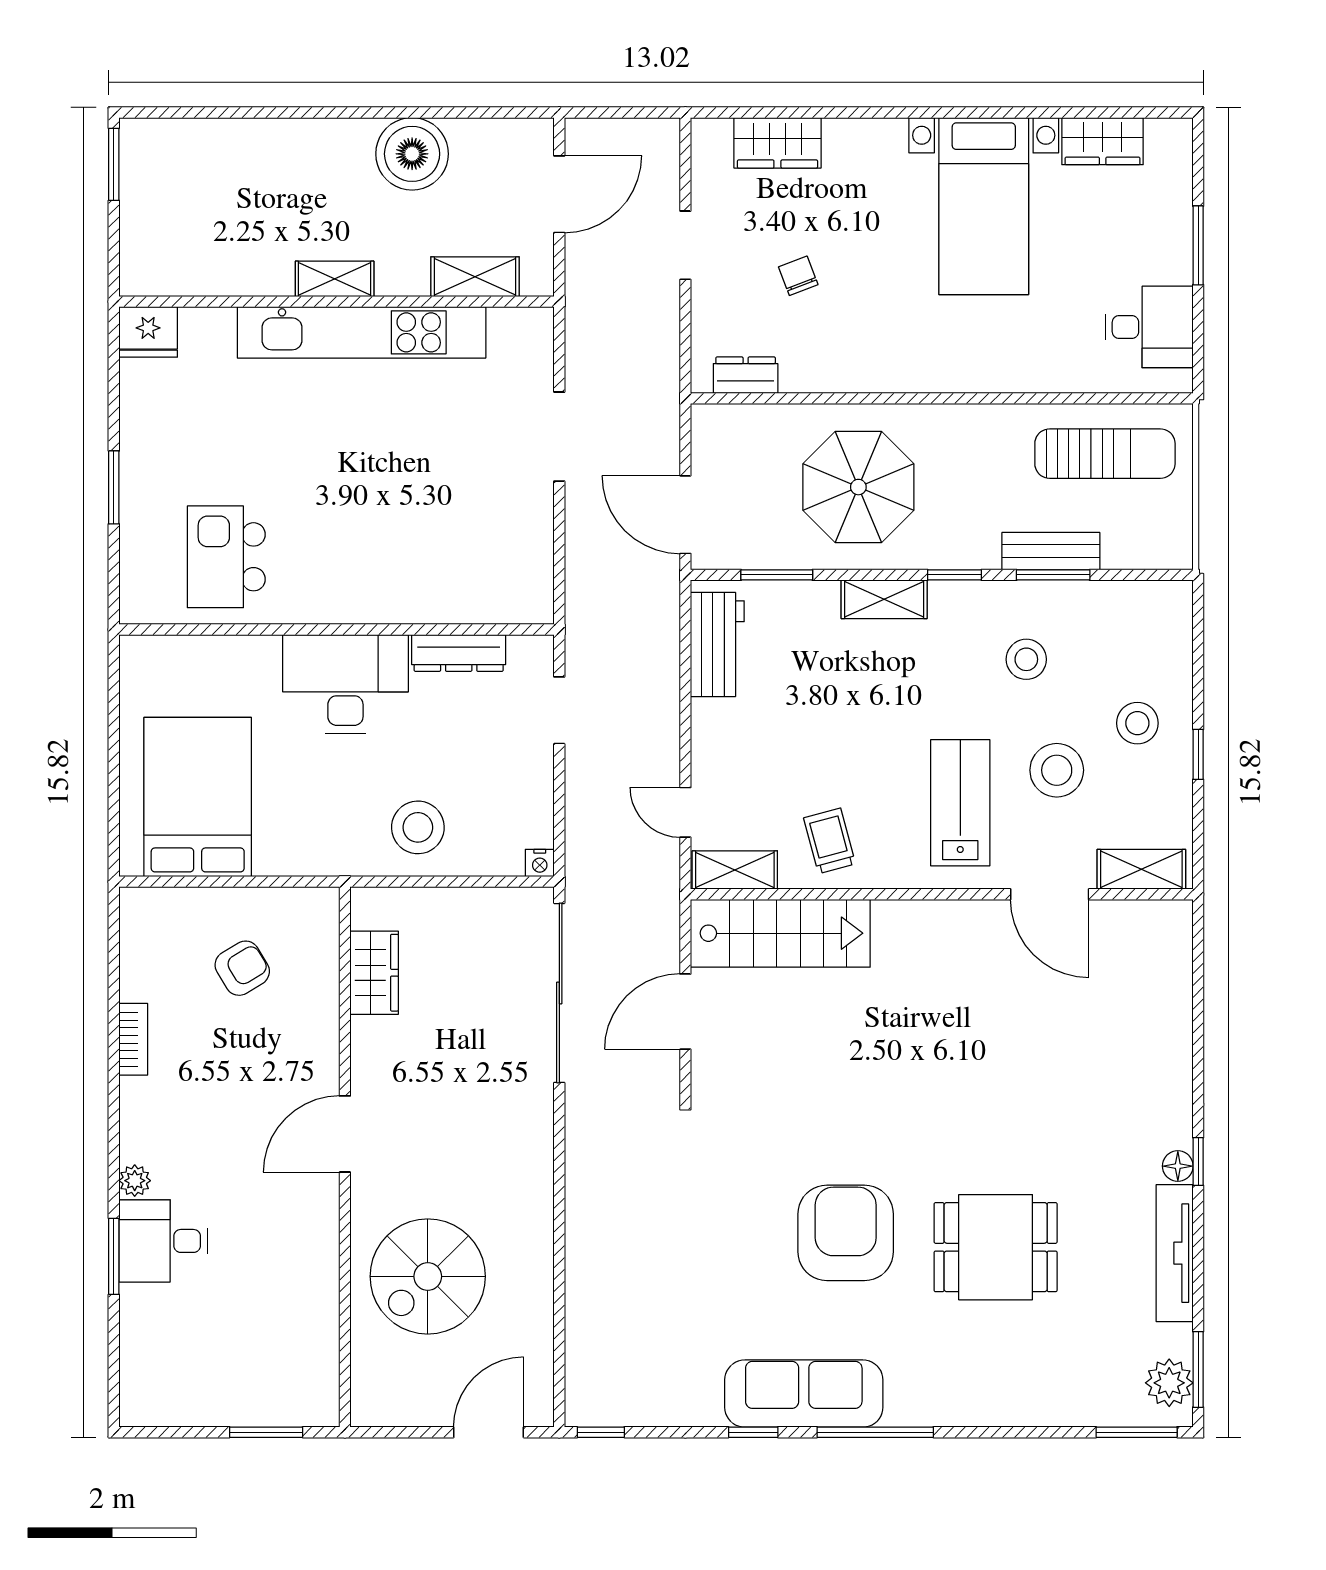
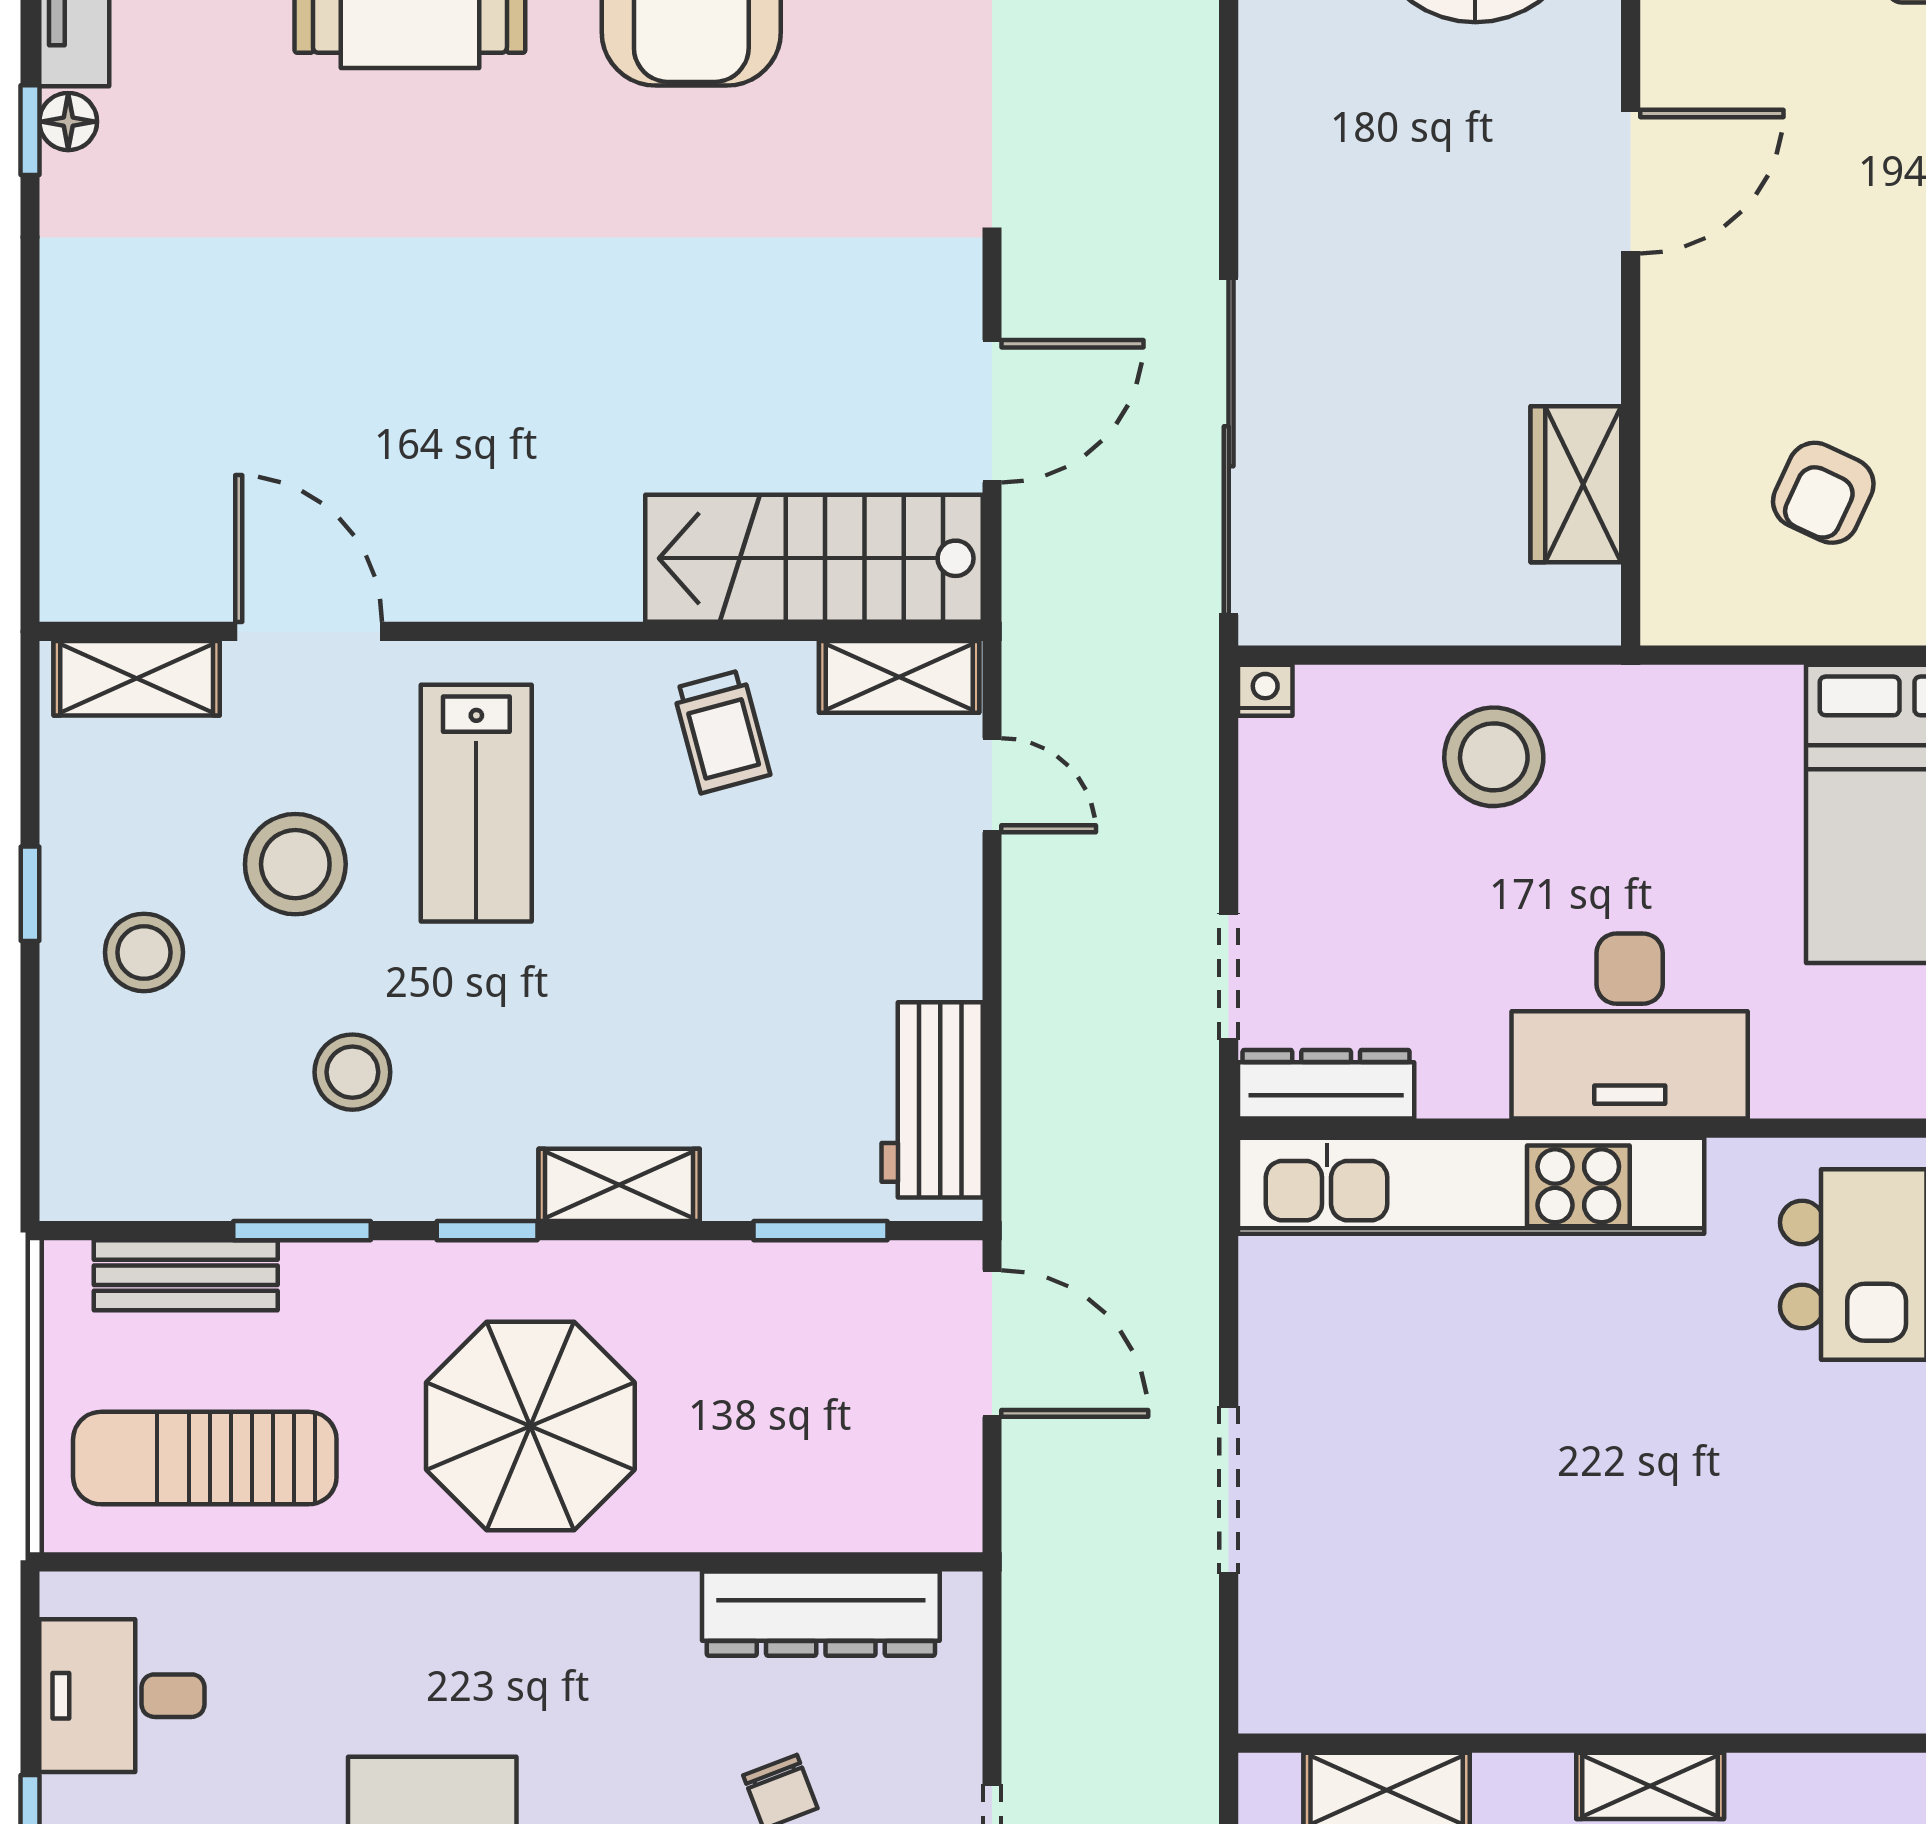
kitchen unit: (362, 332) -> (1471, 1186), moved, turned 180
dresser: (746, 375) -> (821, 1614), width x1.96, depth x1.24
parasol: (858, 487) -> (530, 1426), moved
bench: (1051, 551) -> (186, 1275), moved
dresser: (459, 653) -> (1326, 1084), moved
armchair: (242, 968) -> (1823, 493), turned -34

